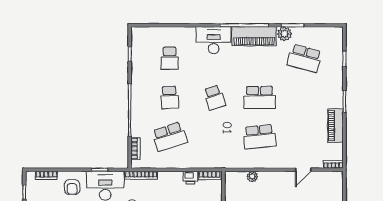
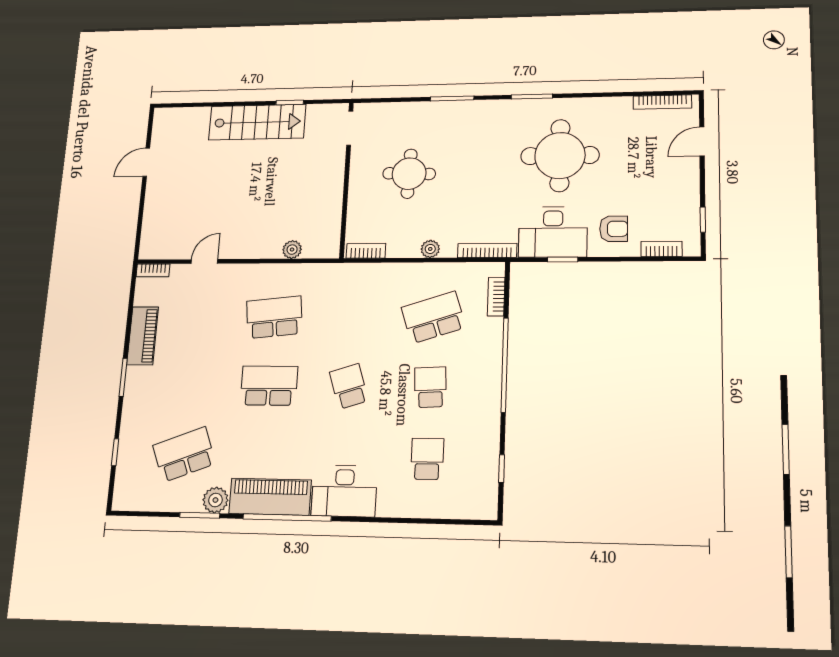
school desk: (305, 58) -> (184, 454), turned -36
plant: (173, 176) -> (430, 249), added
printer: (190, 177) -> (400, 247), removed
armchair: (72, 187) -> (614, 229), turned 90

